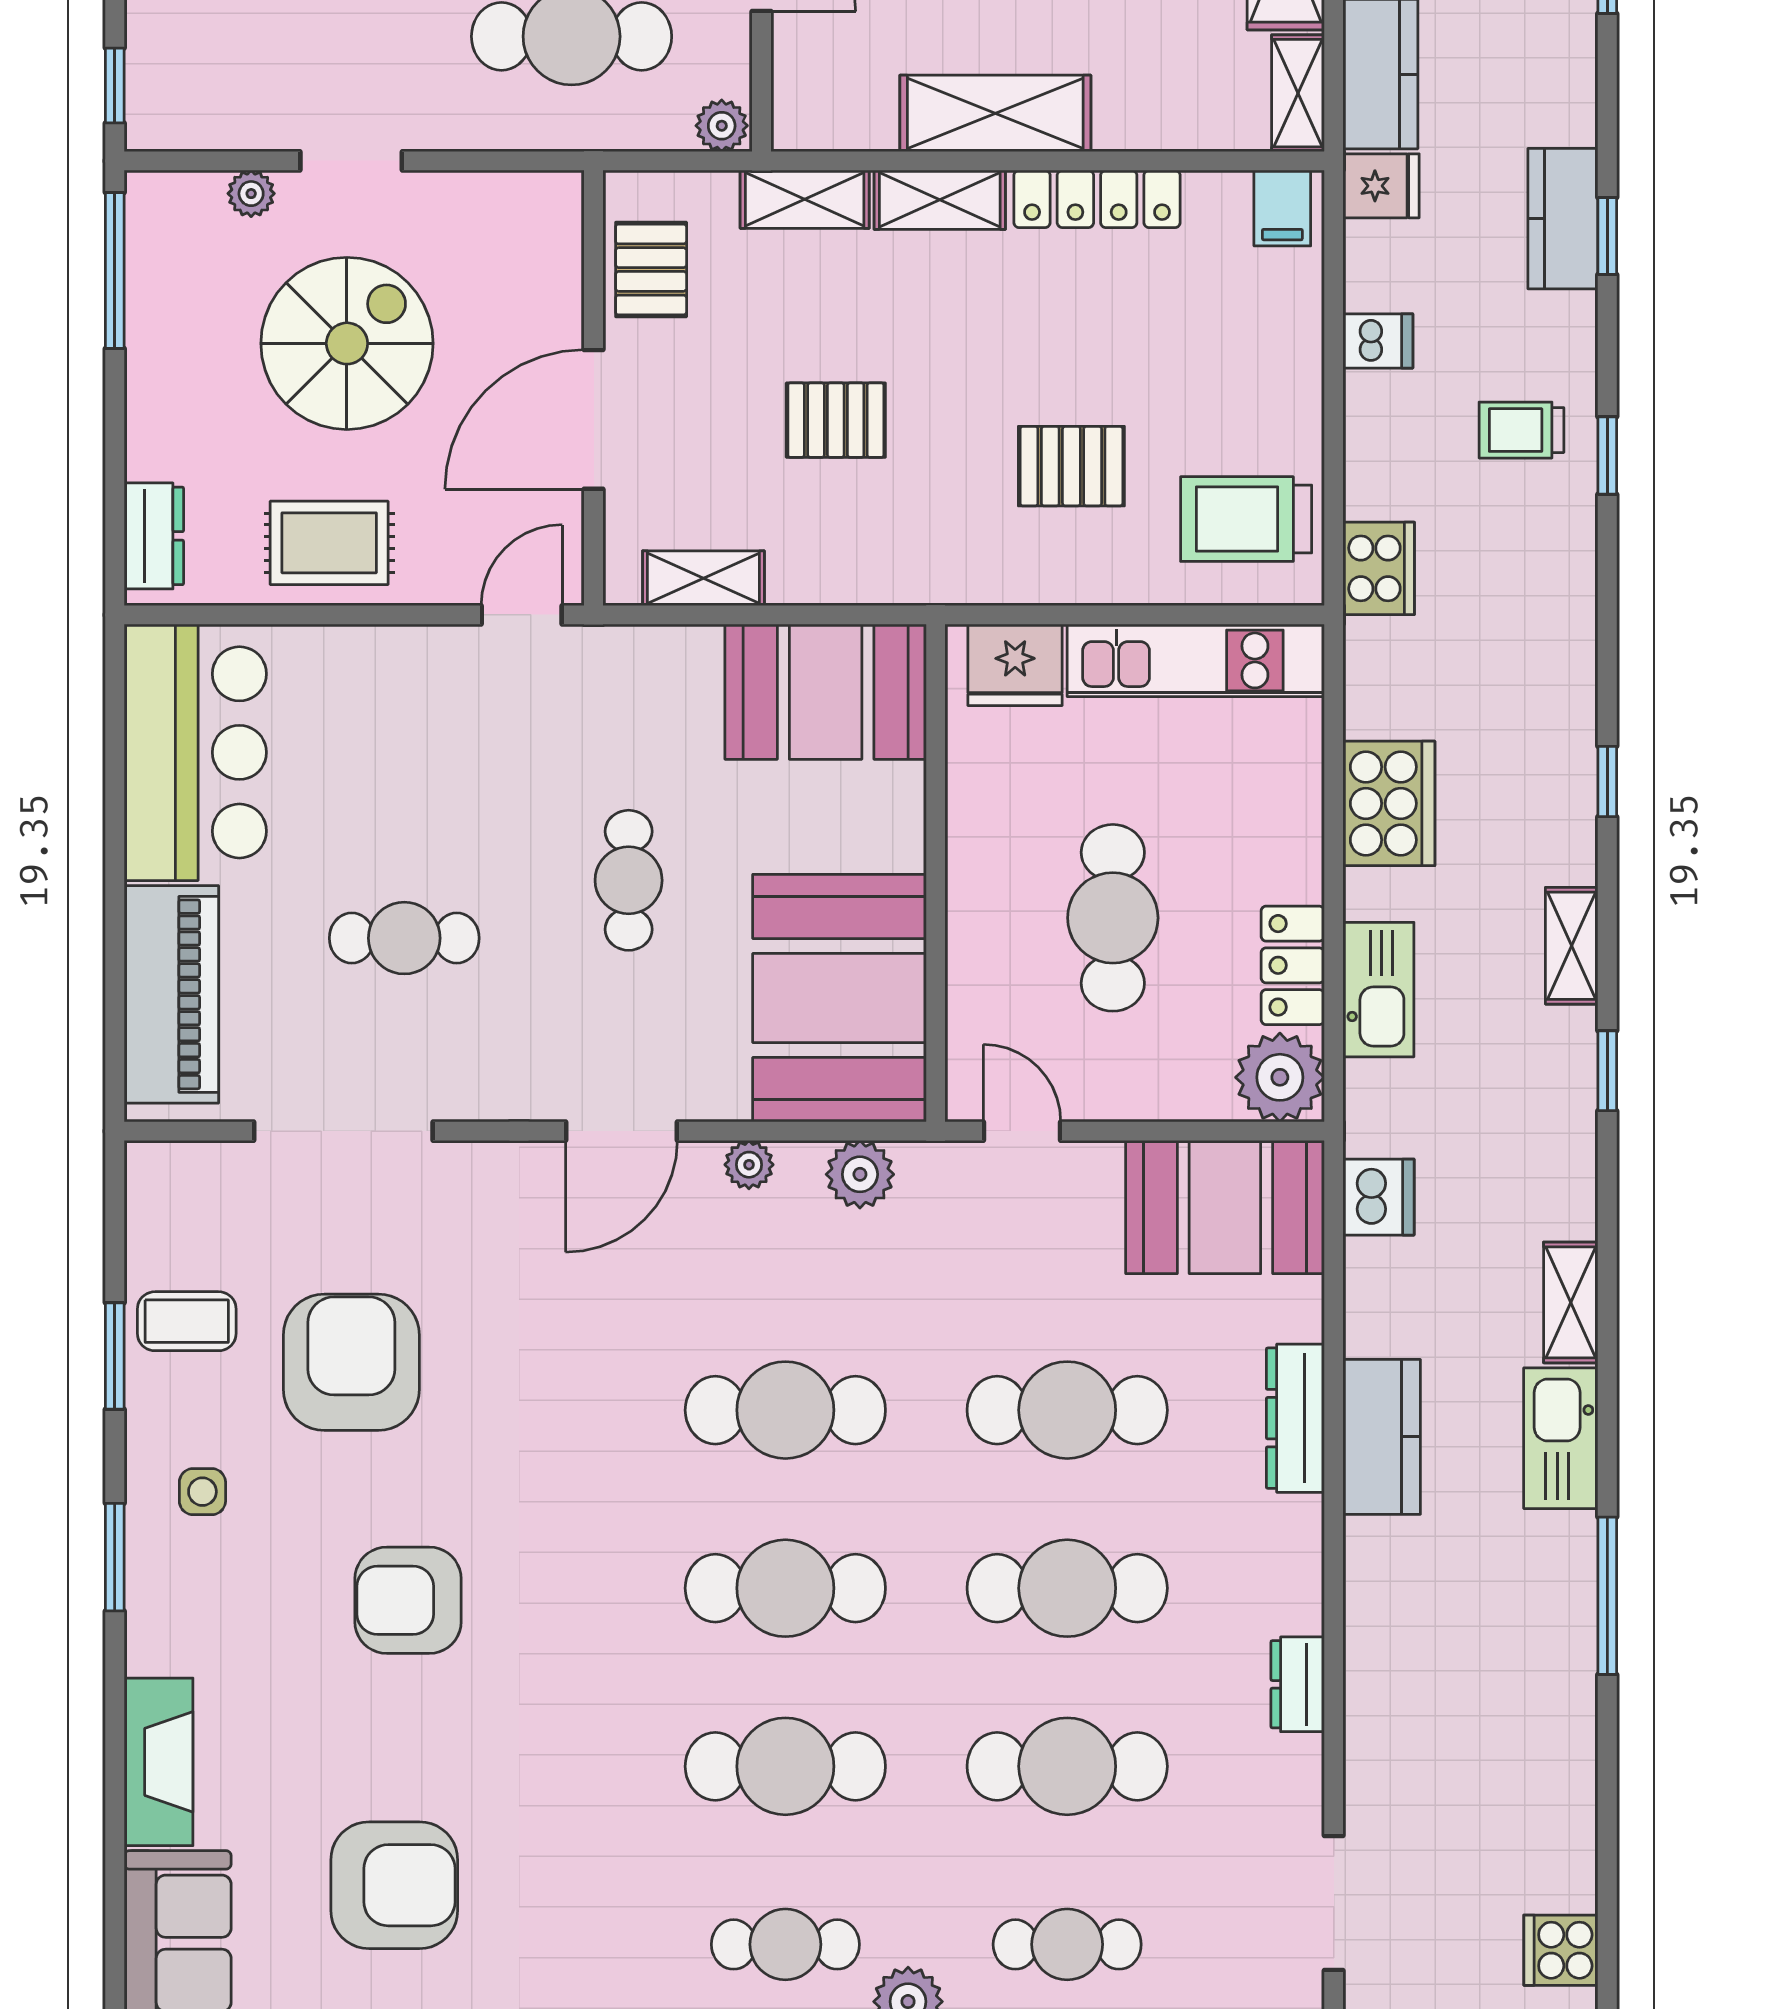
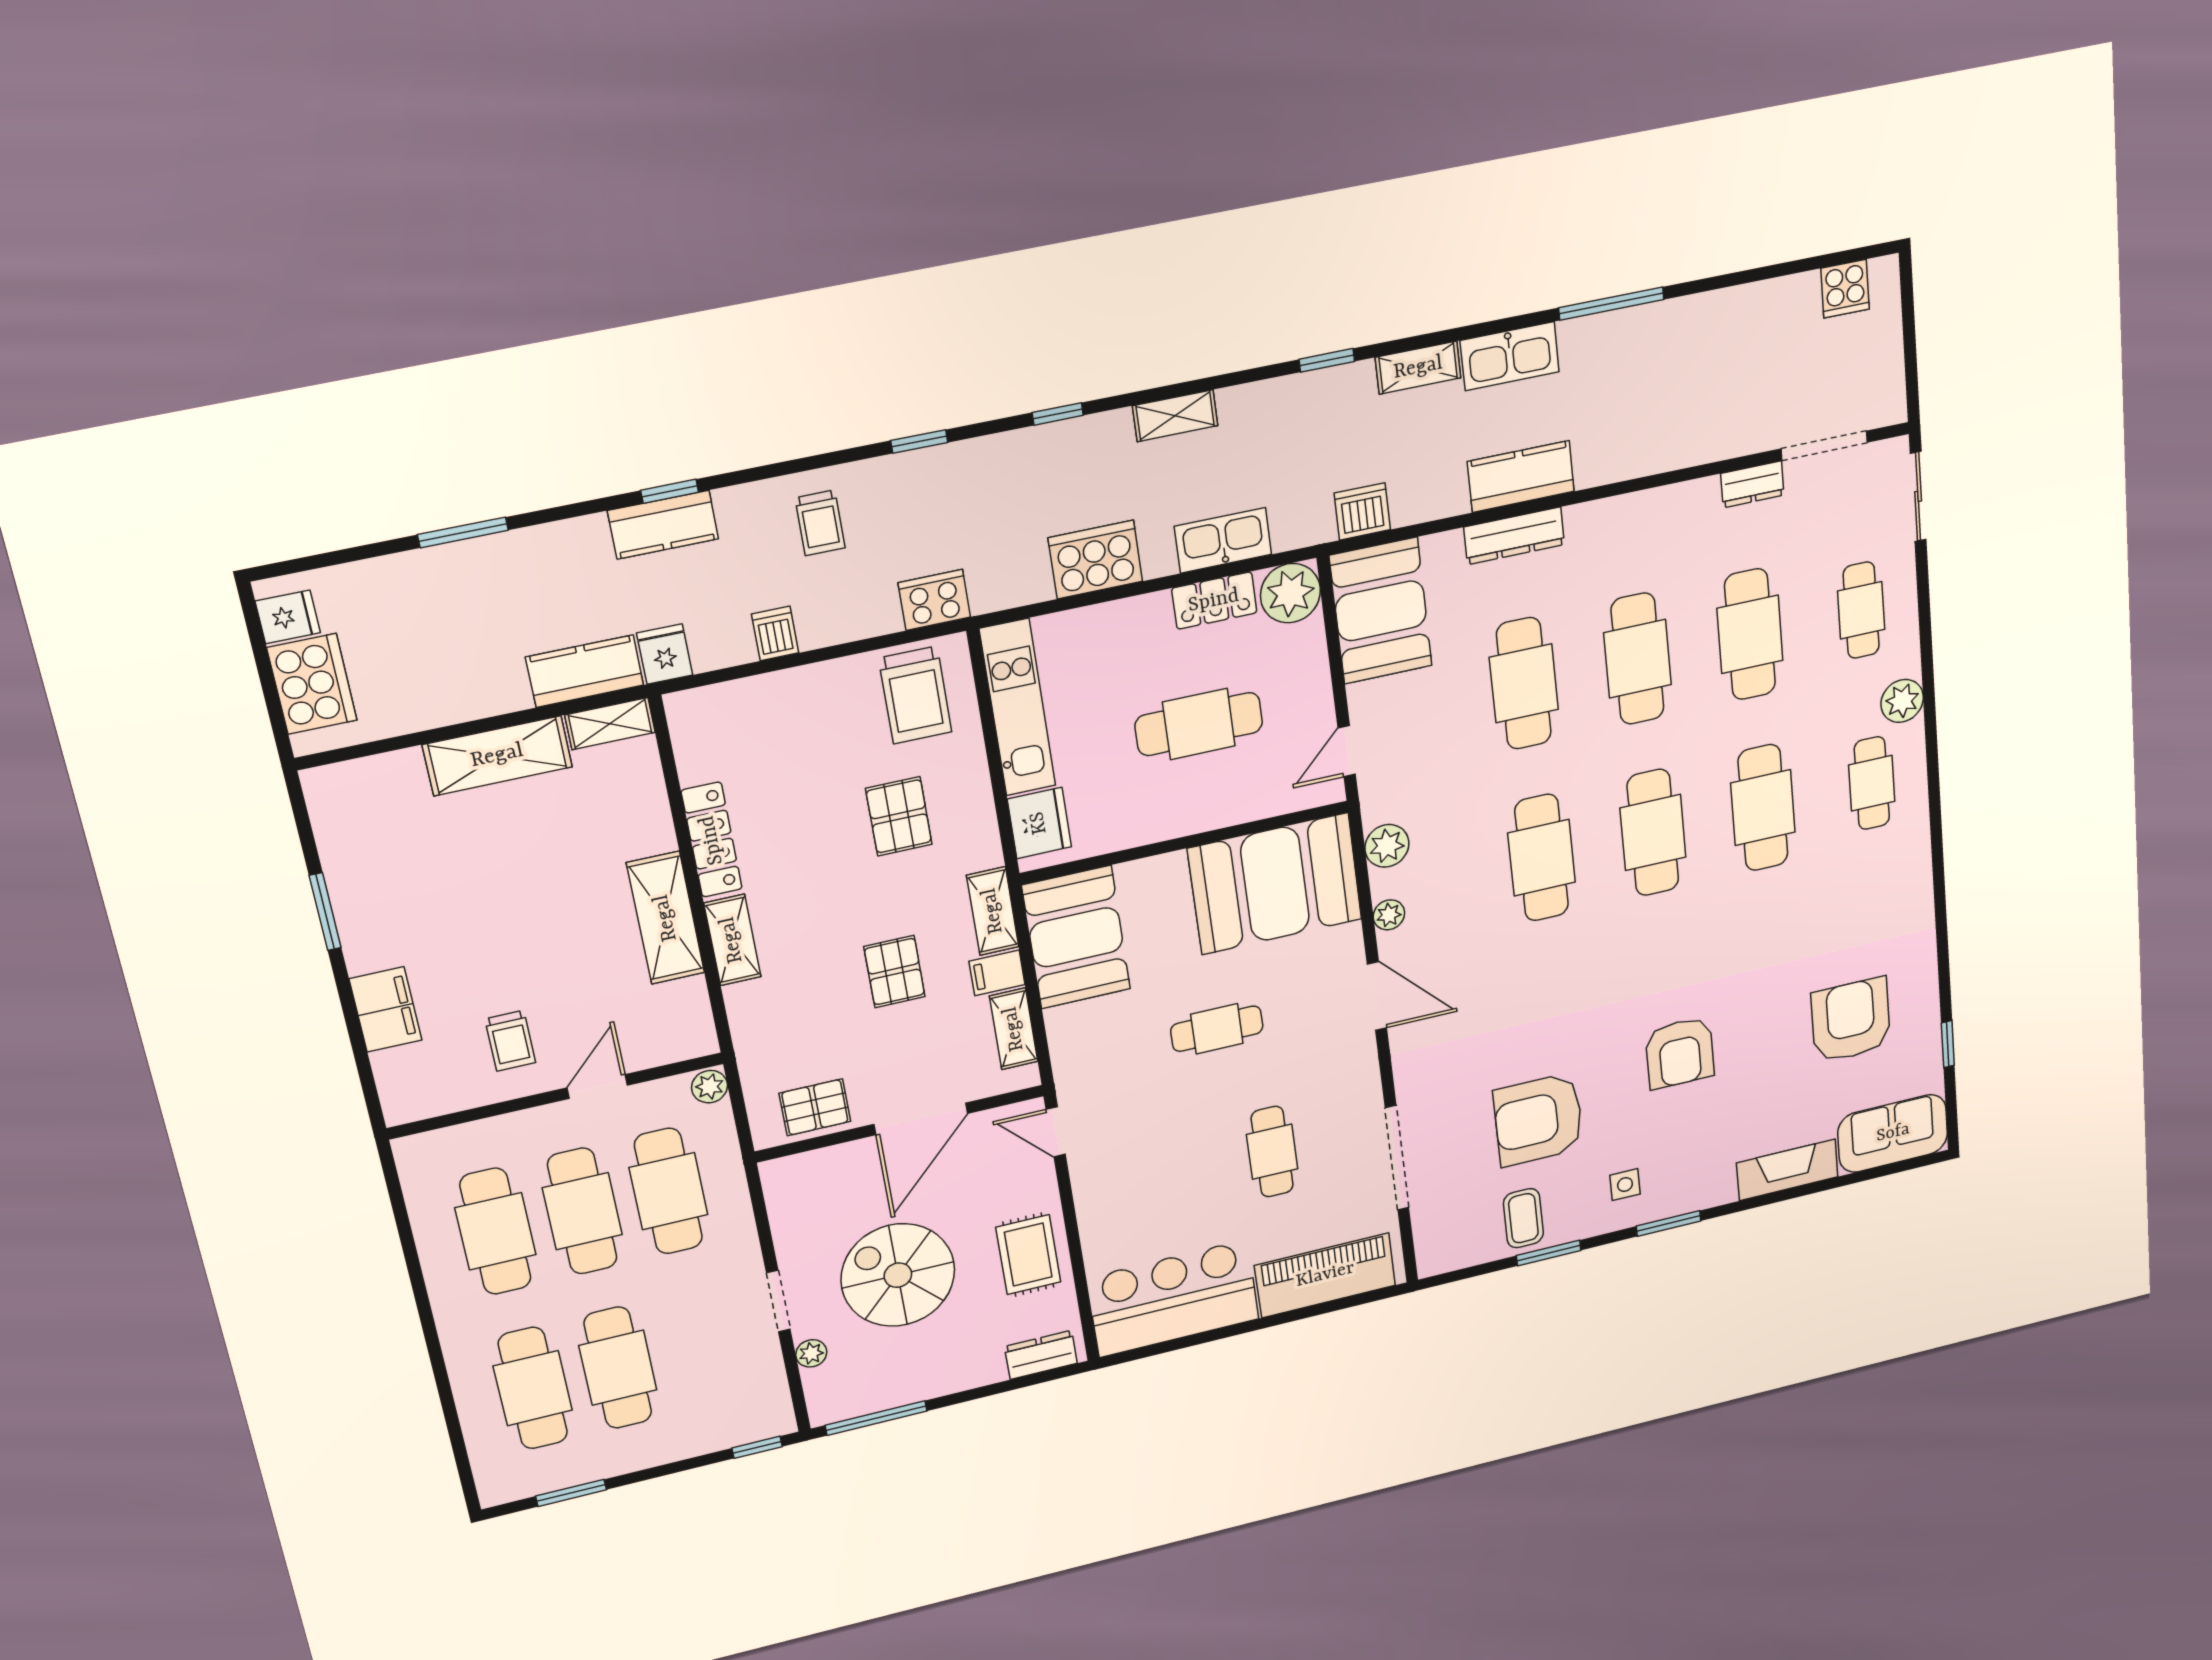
shelving: (805, 199) -> (993, 911), moved
filing cabinet: (1282, 208) -> (997, 973), moved, turned 180
door: (594, 419) -> (921, 1119), hinge flipped
window: (1607, 455) -> (919, 441), moved
window: (1607, 1071) -> (1327, 360), moved
dresser: (1298, 1684) -> (1752, 484), moved

